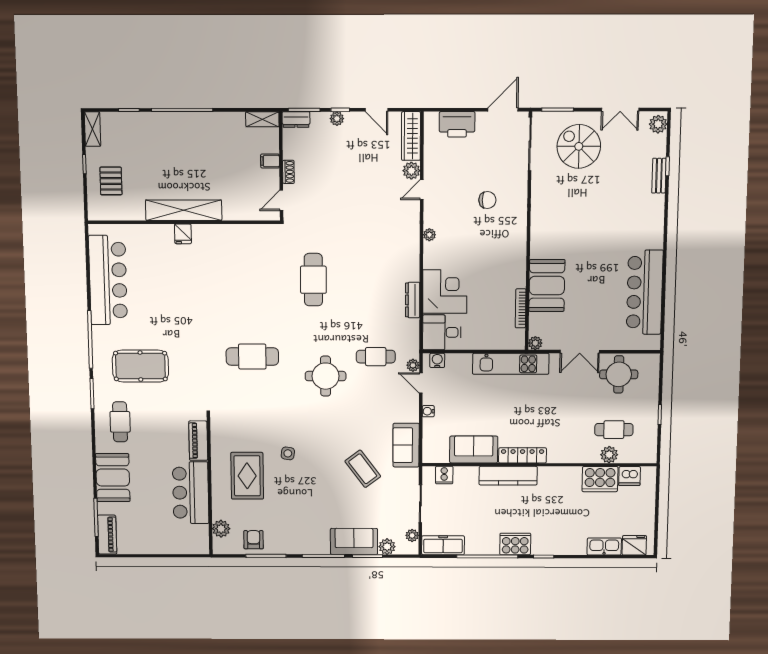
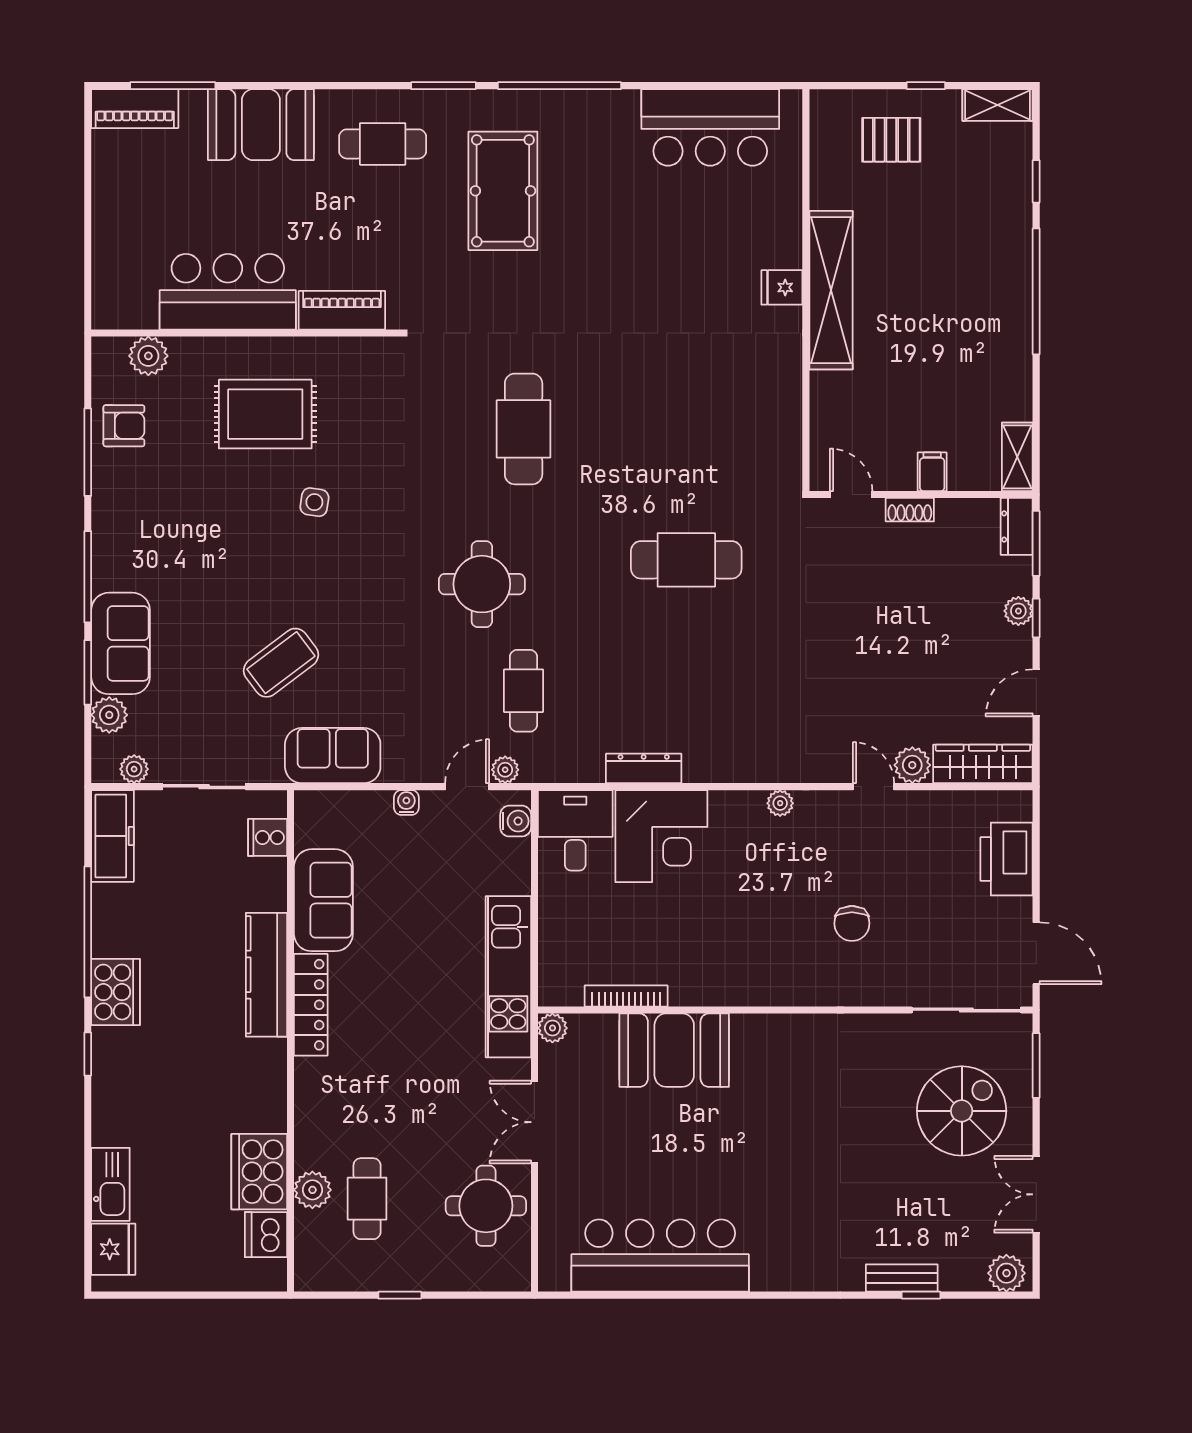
bar counter: (108, 280) -> (710, 127), width x0.73

